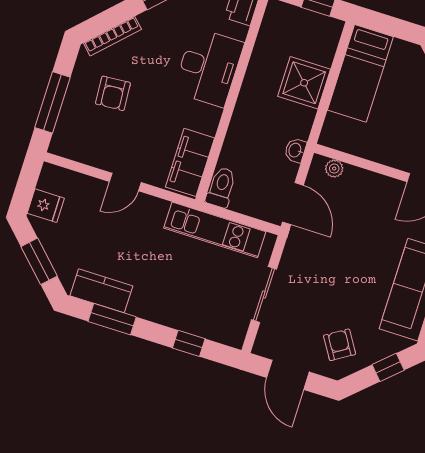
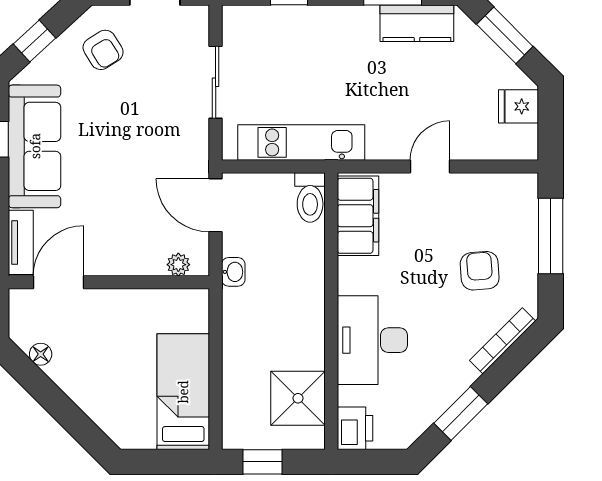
shower: (304, 83) -> (298, 398), moved

